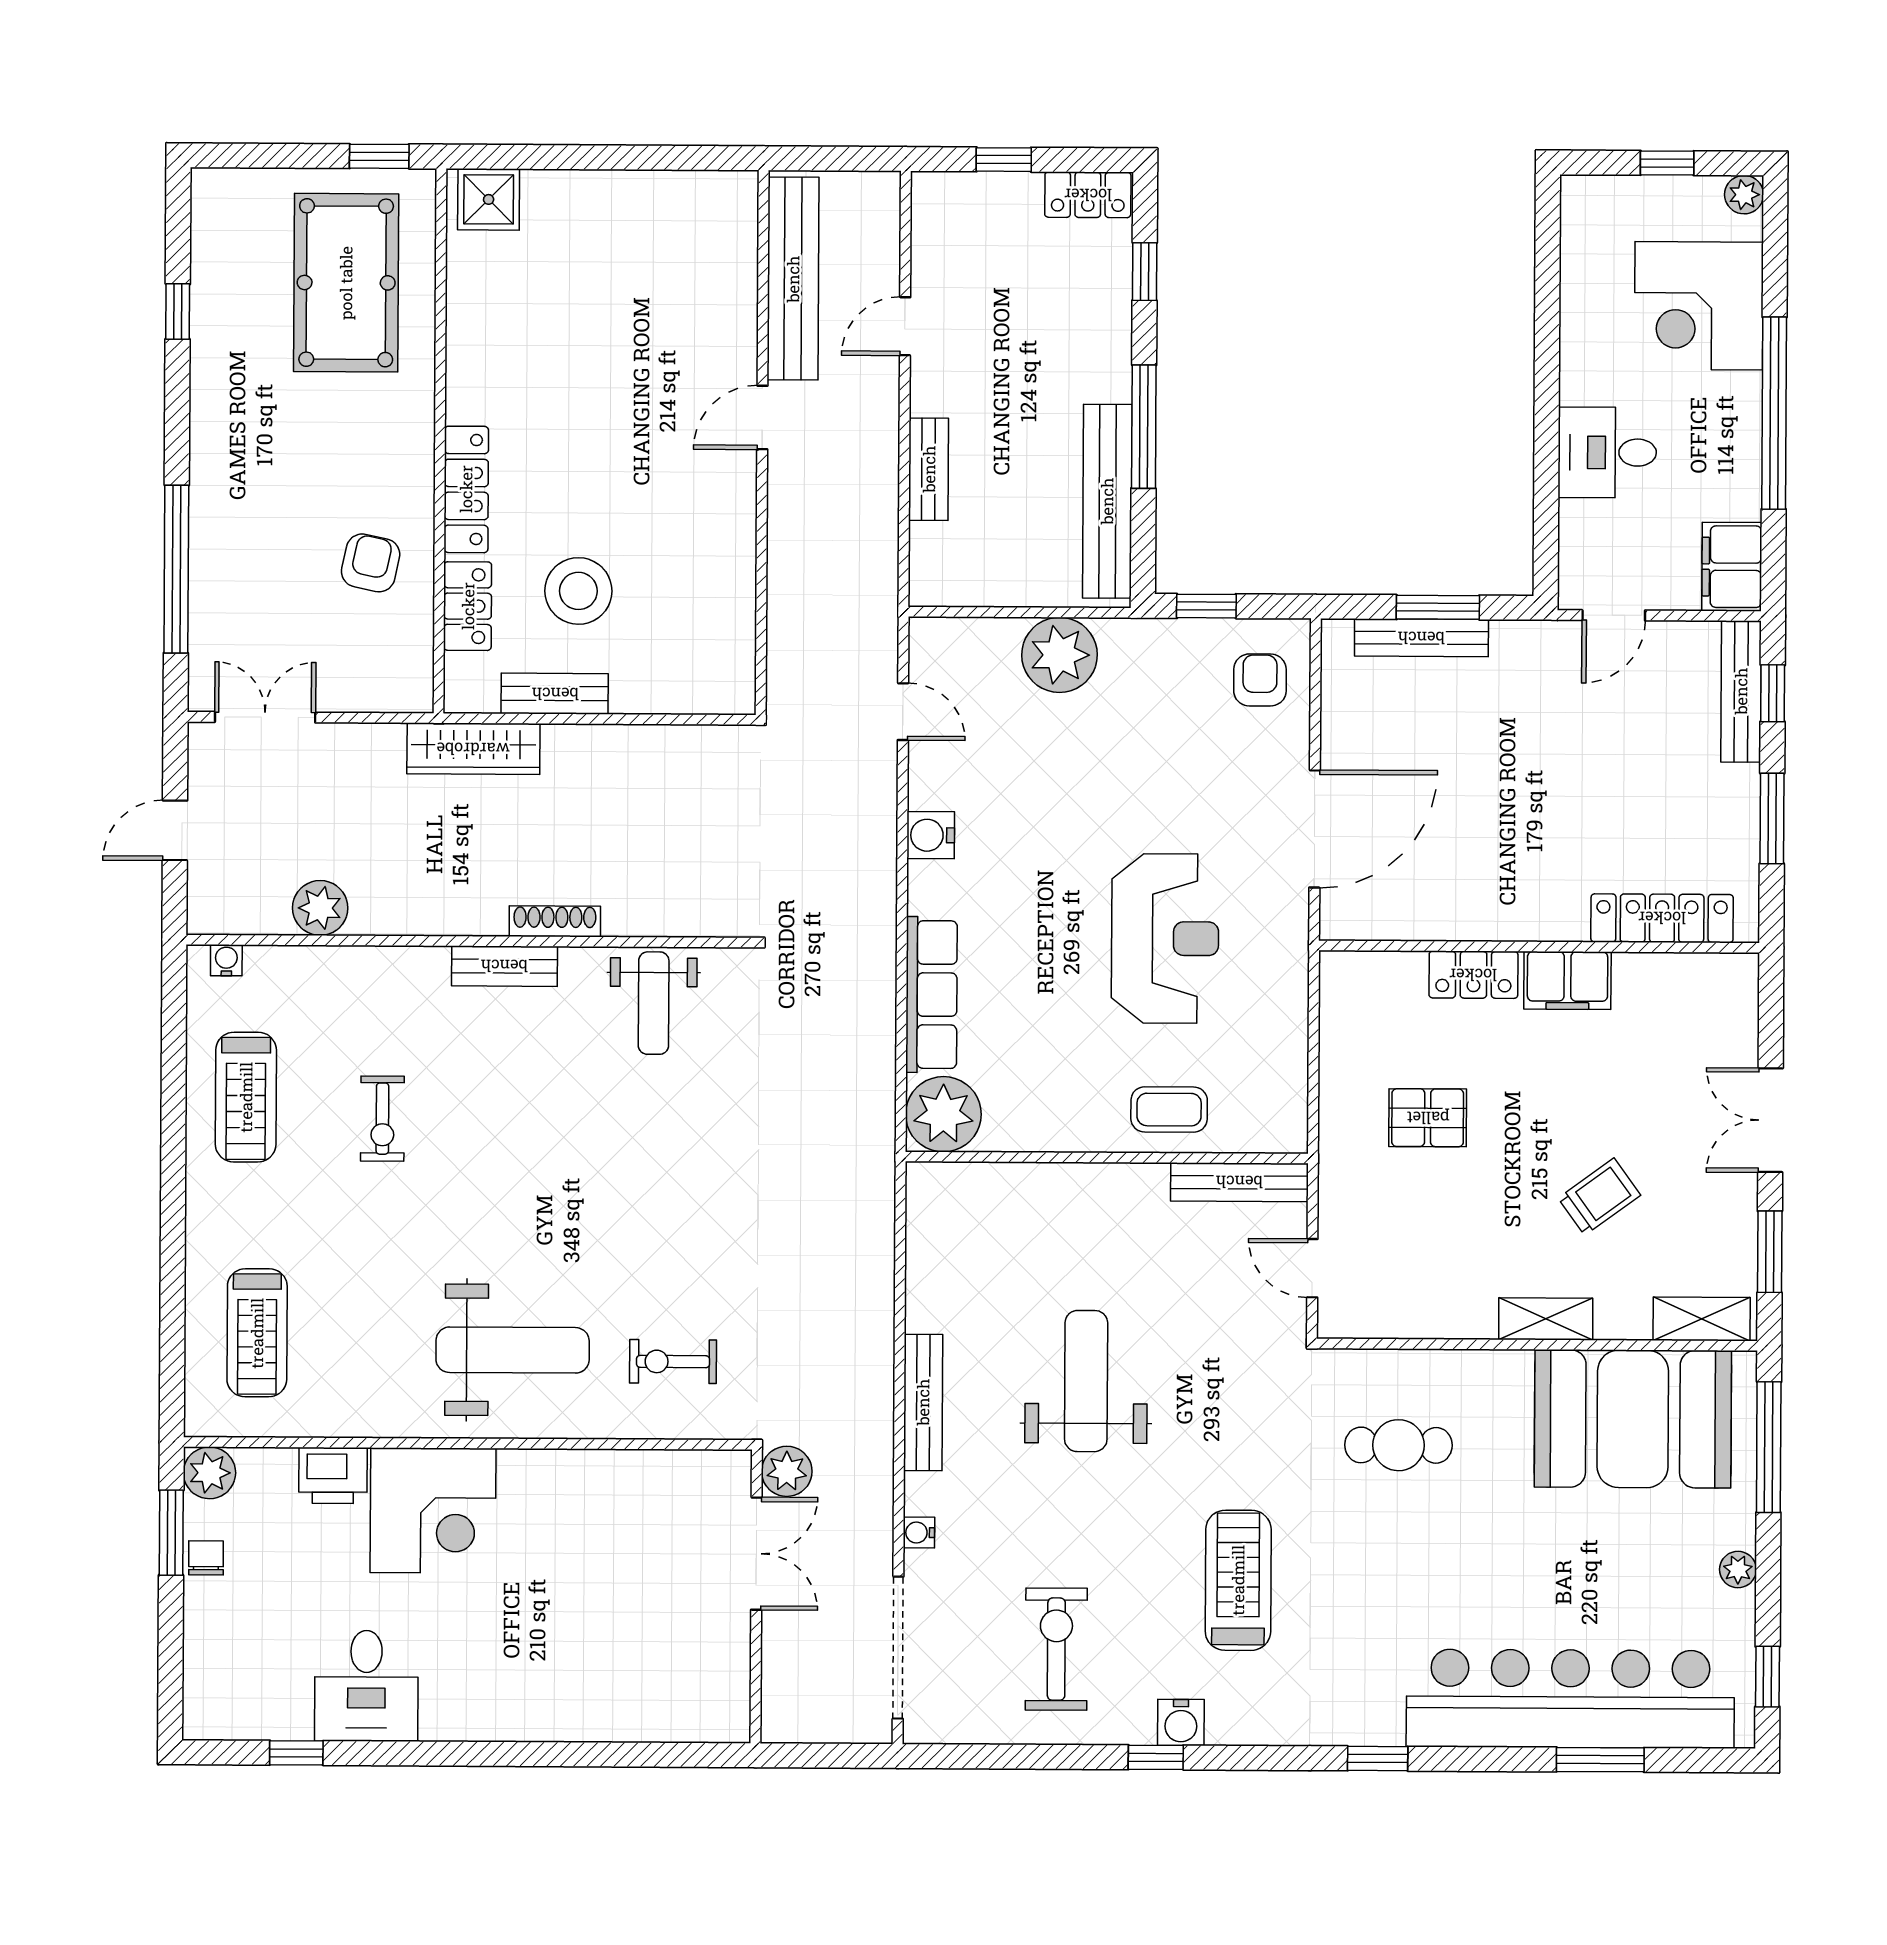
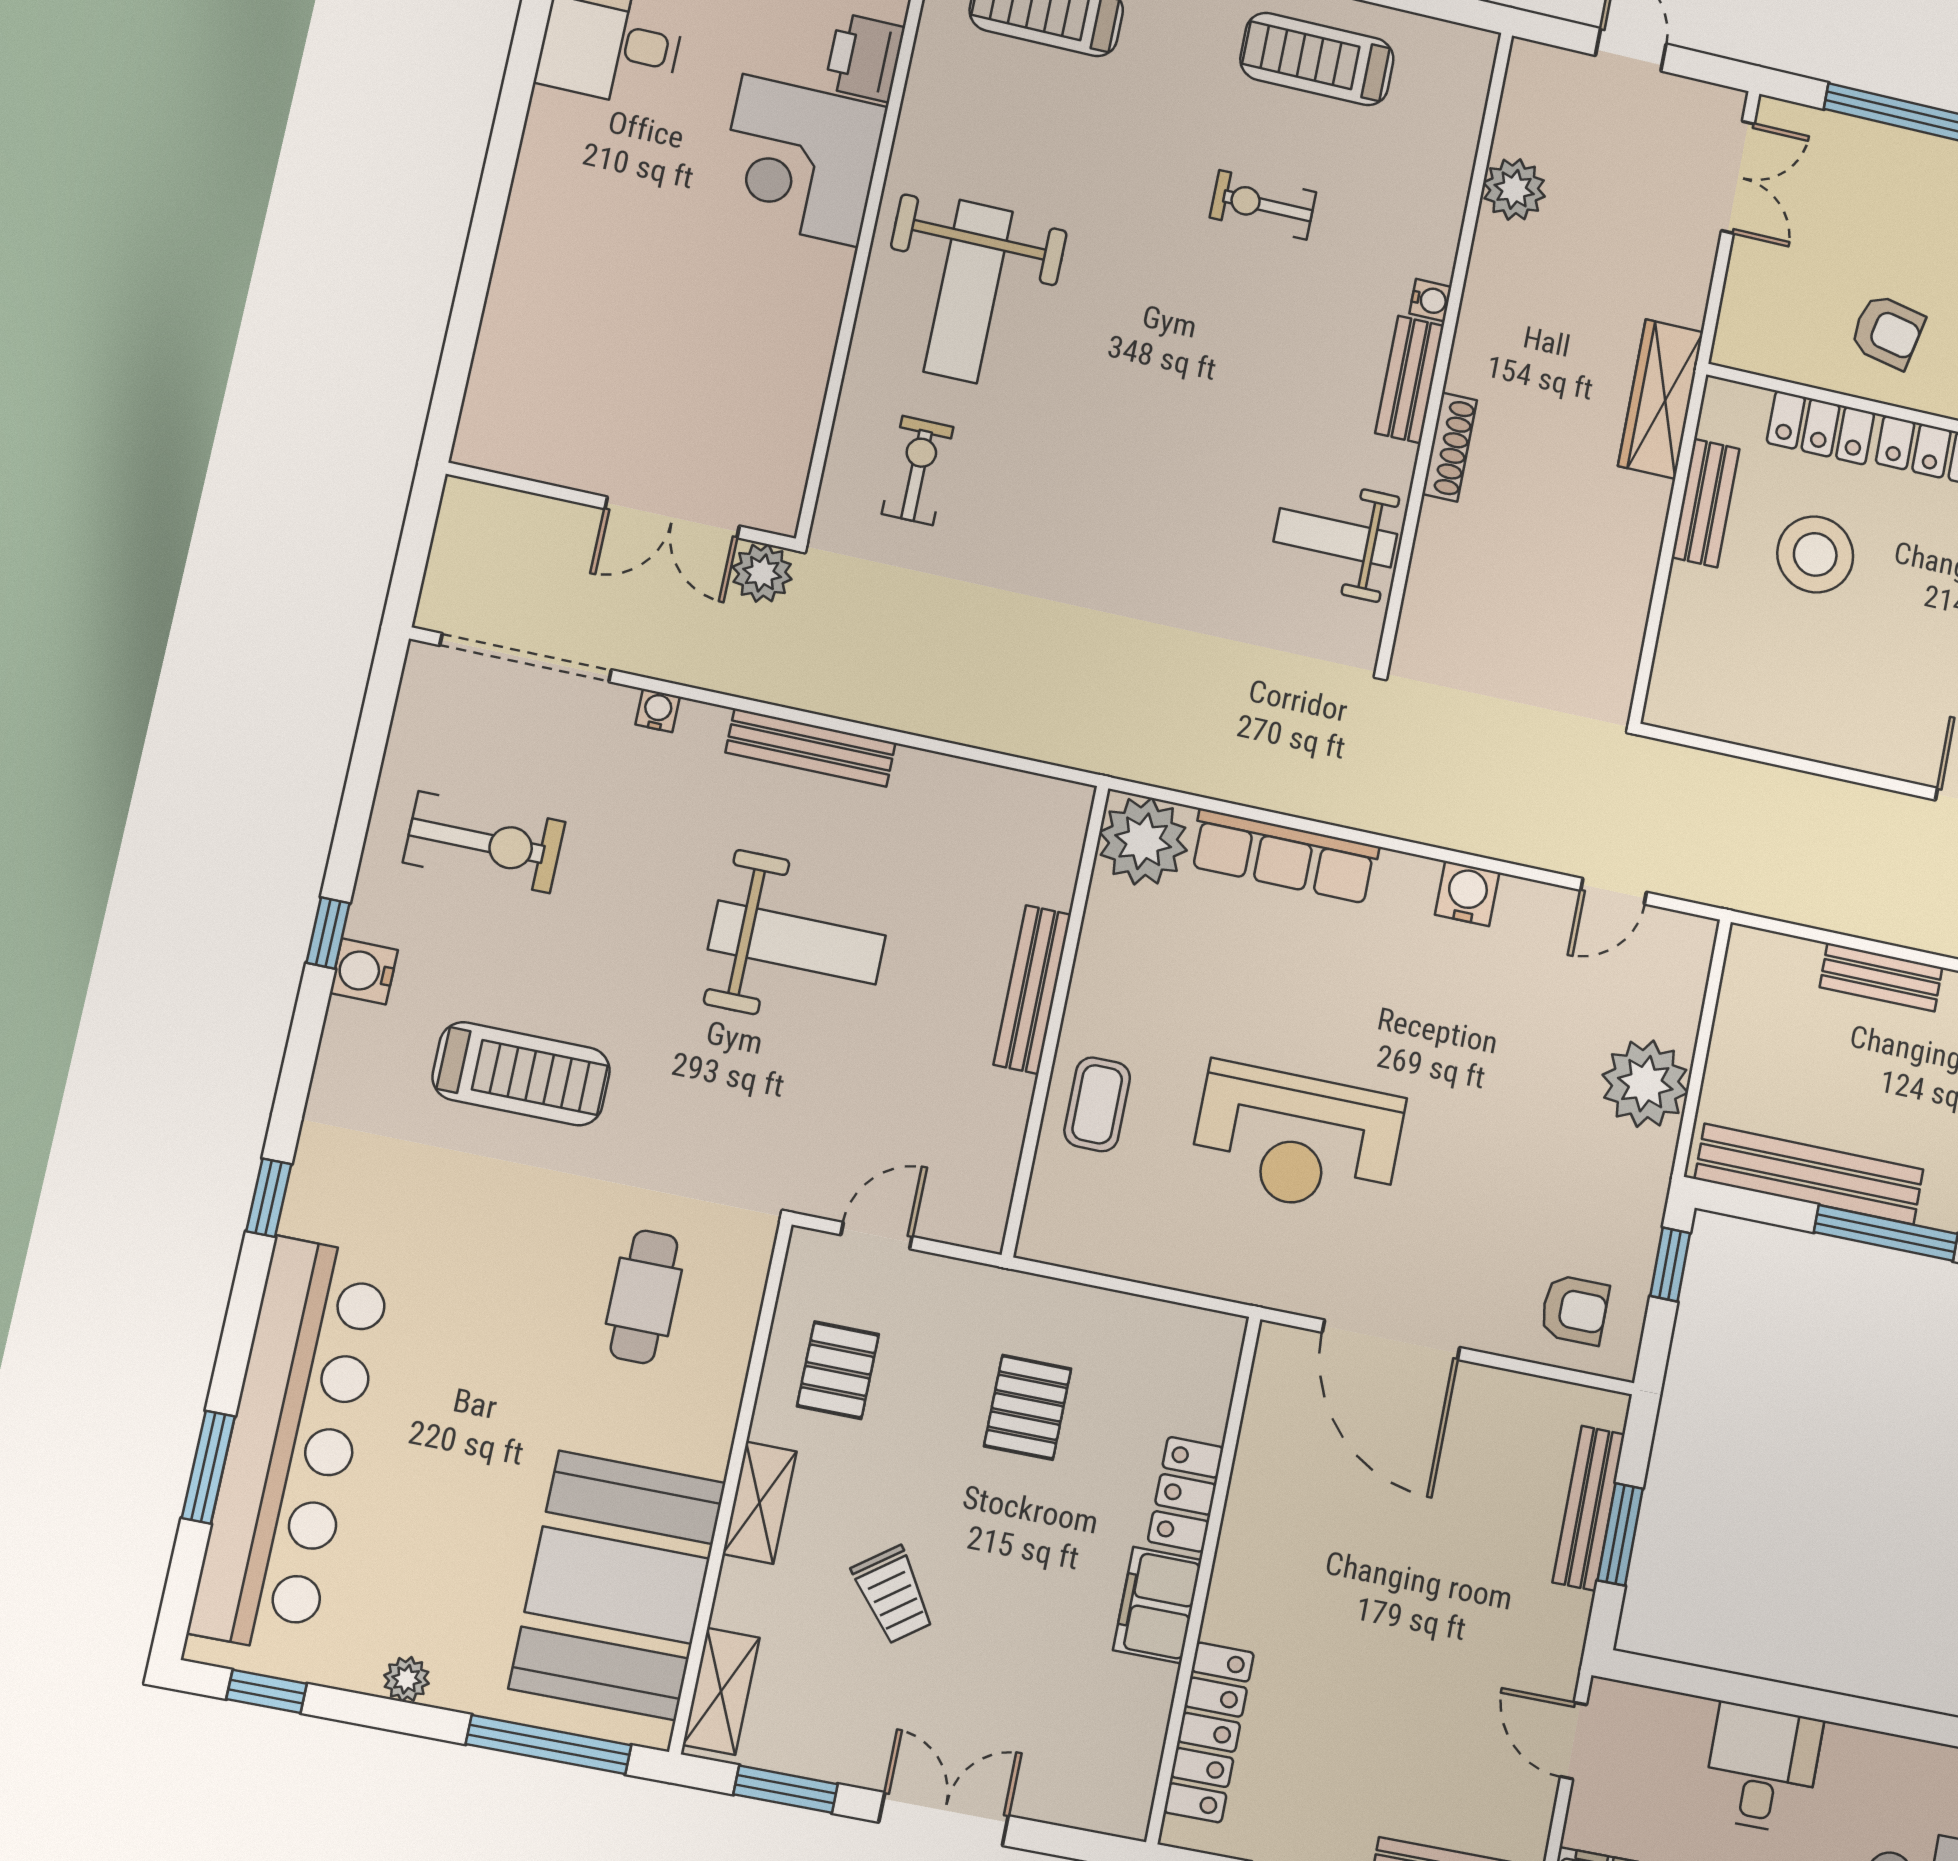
water cooler: (226, 960) -> (1430, 300), moved
bench: (1239, 1182) -> (1032, 990), moved
pallet: (1427, 1278) -> (838, 1370), added

